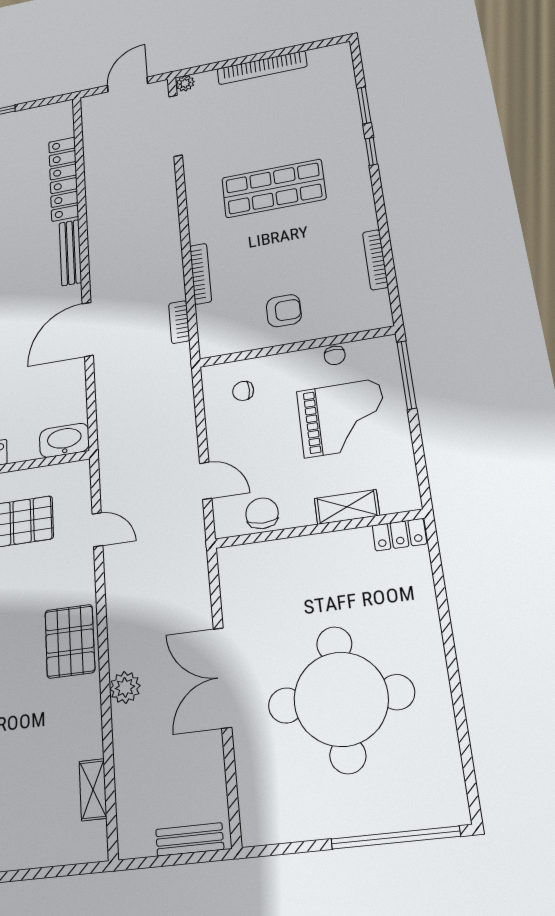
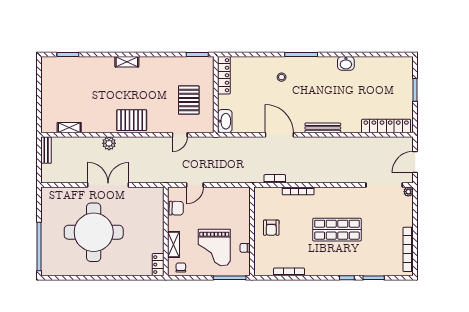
bookcase: (262, 68) -> (408, 249), moved
door: (128, 84) -> (415, 162), swing flipped
locker: (64, 179) -> (386, 126), moved
shop shelf: (274, 188) -> (337, 230), turned 90
chair: (243, 391) -> (181, 268), moved
bench: (190, 839) -> (46, 150), moved

